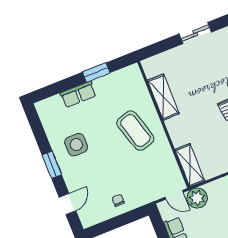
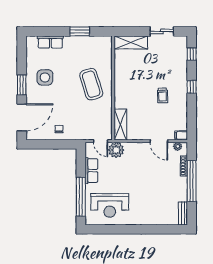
row of seats: (78, 94) -> (50, 42), moved
shelving: (163, 97) -> (131, 42), moved, turned 90
door: (67, 204) -> (22, 117), width x1.87

